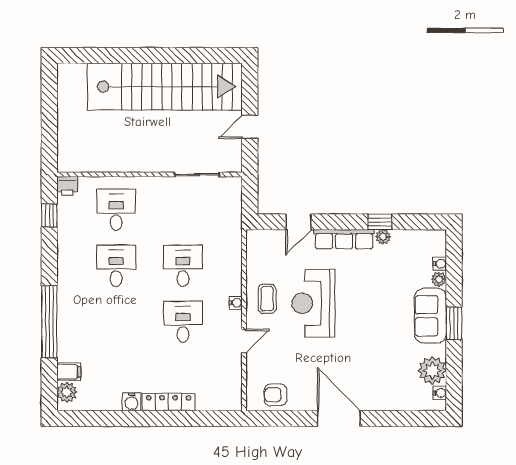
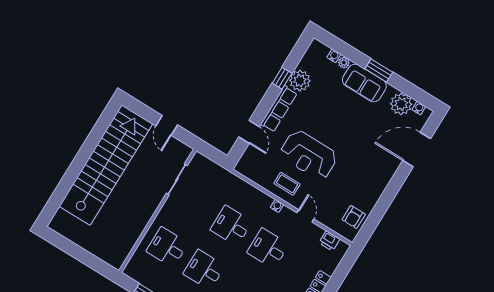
printer: (67, 186) -> (329, 241), moved, turned 90
plant: (383, 237) -> (300, 81), width x1.88, depth x1.88
door: (339, 419) -> (417, 150), moved

